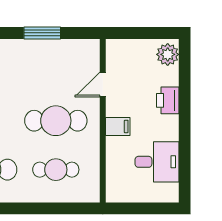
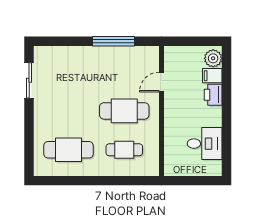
window: (42, 33) -> (113, 41), width x1.44
filing cabinet: (118, 126) -> (212, 76), moved, turned 180

